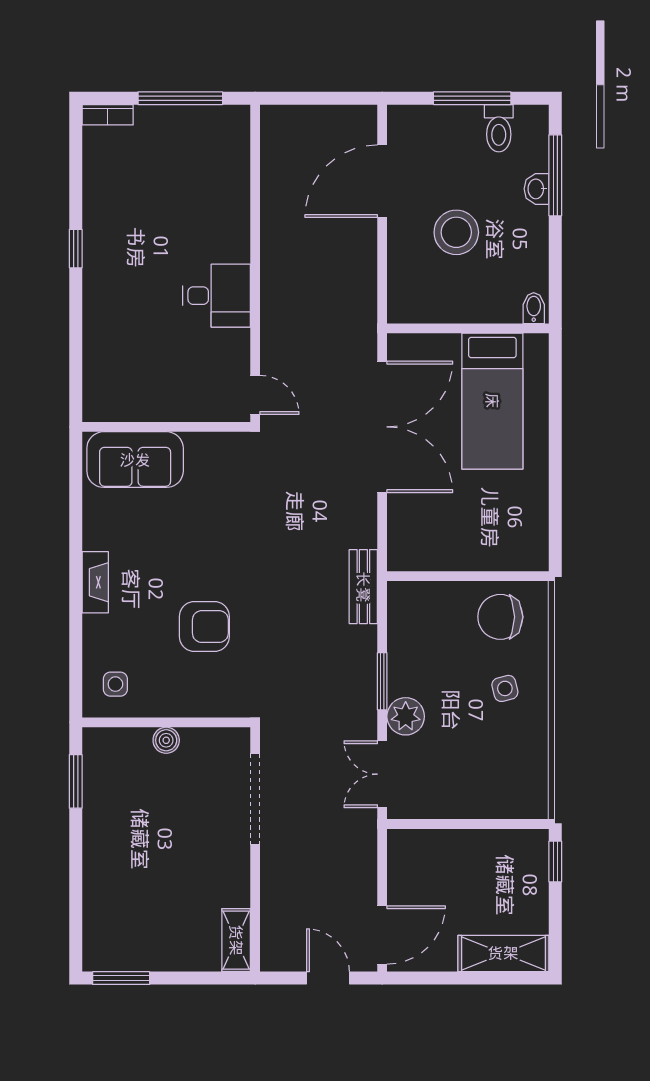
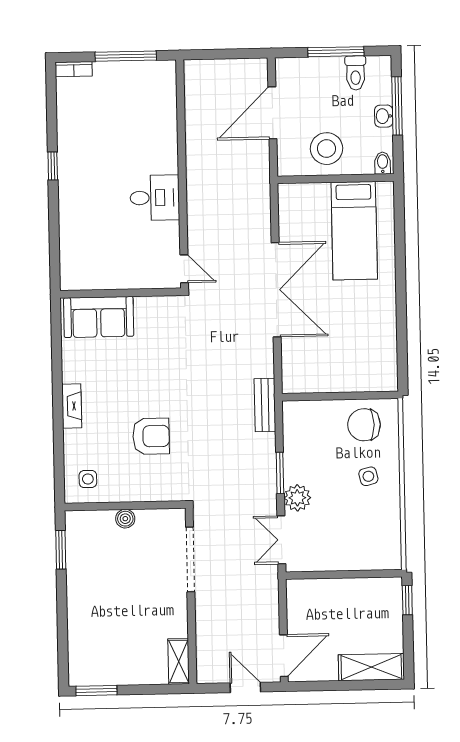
bidet: (534, 308) -> (383, 163), moved
wall: (468, 328) -> (336, 179), moved
bed: (492, 401) -> (354, 231), moved

